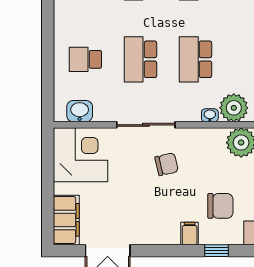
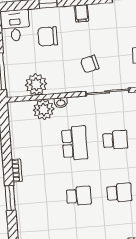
school desk: (140, 59) -> (115, 140), width x0.54
filing cabinet: (190, 234) -> (82, 13), moved

